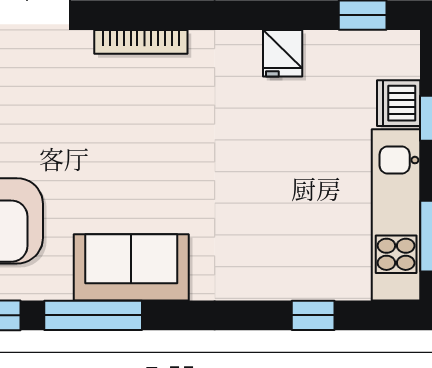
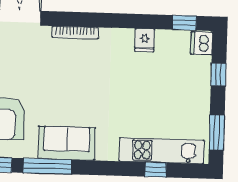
dishwasher: (399, 103) -> (202, 43), moved
kitchen unit: (396, 215) -> (162, 151), moved, turned 90

